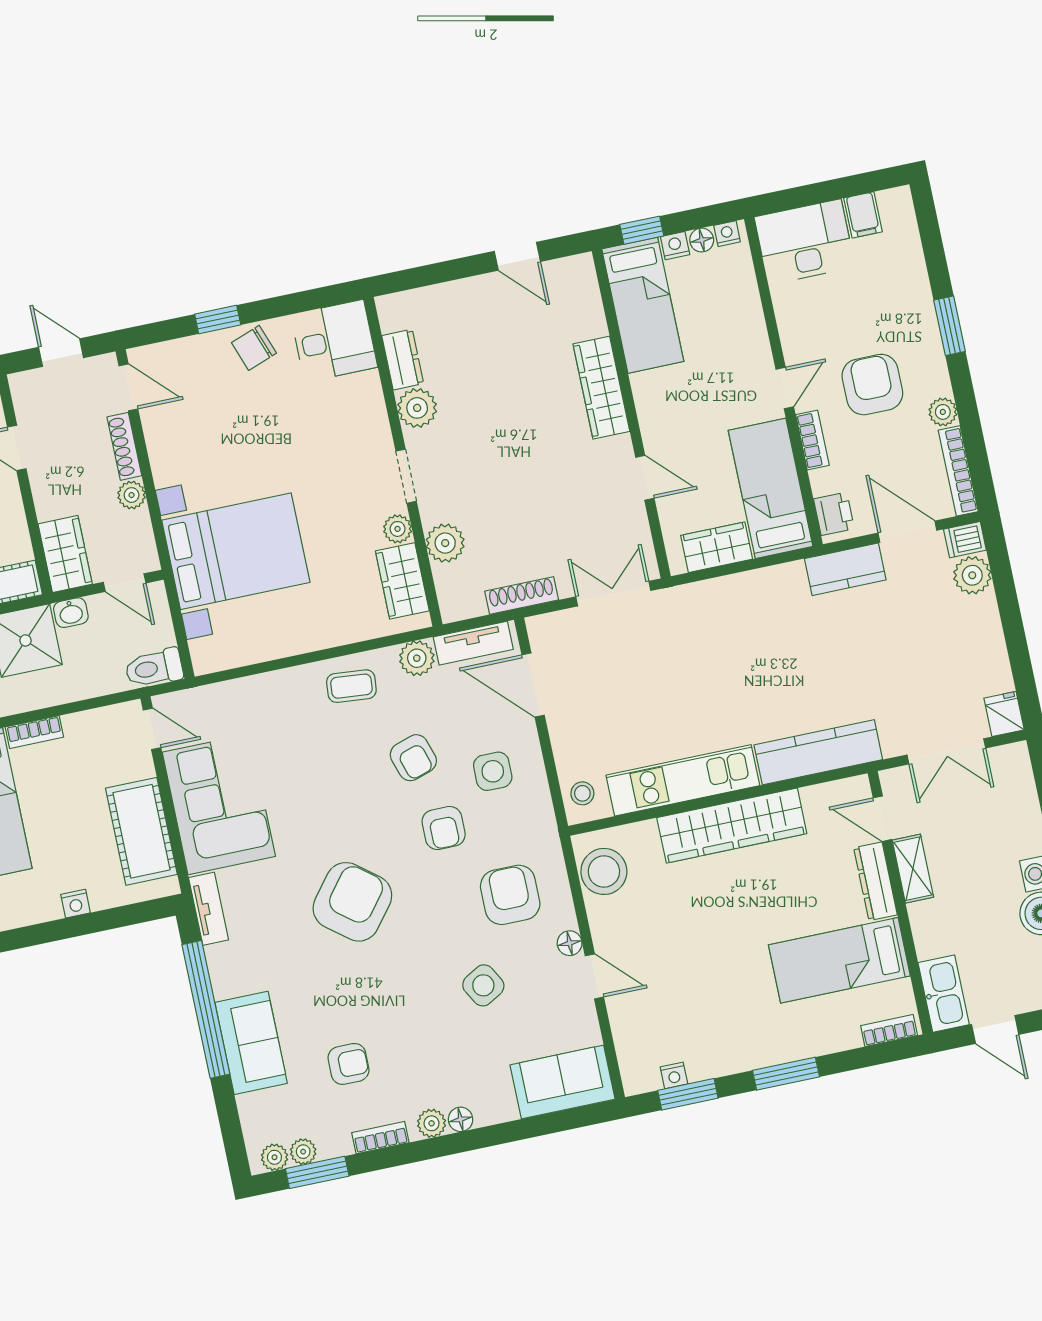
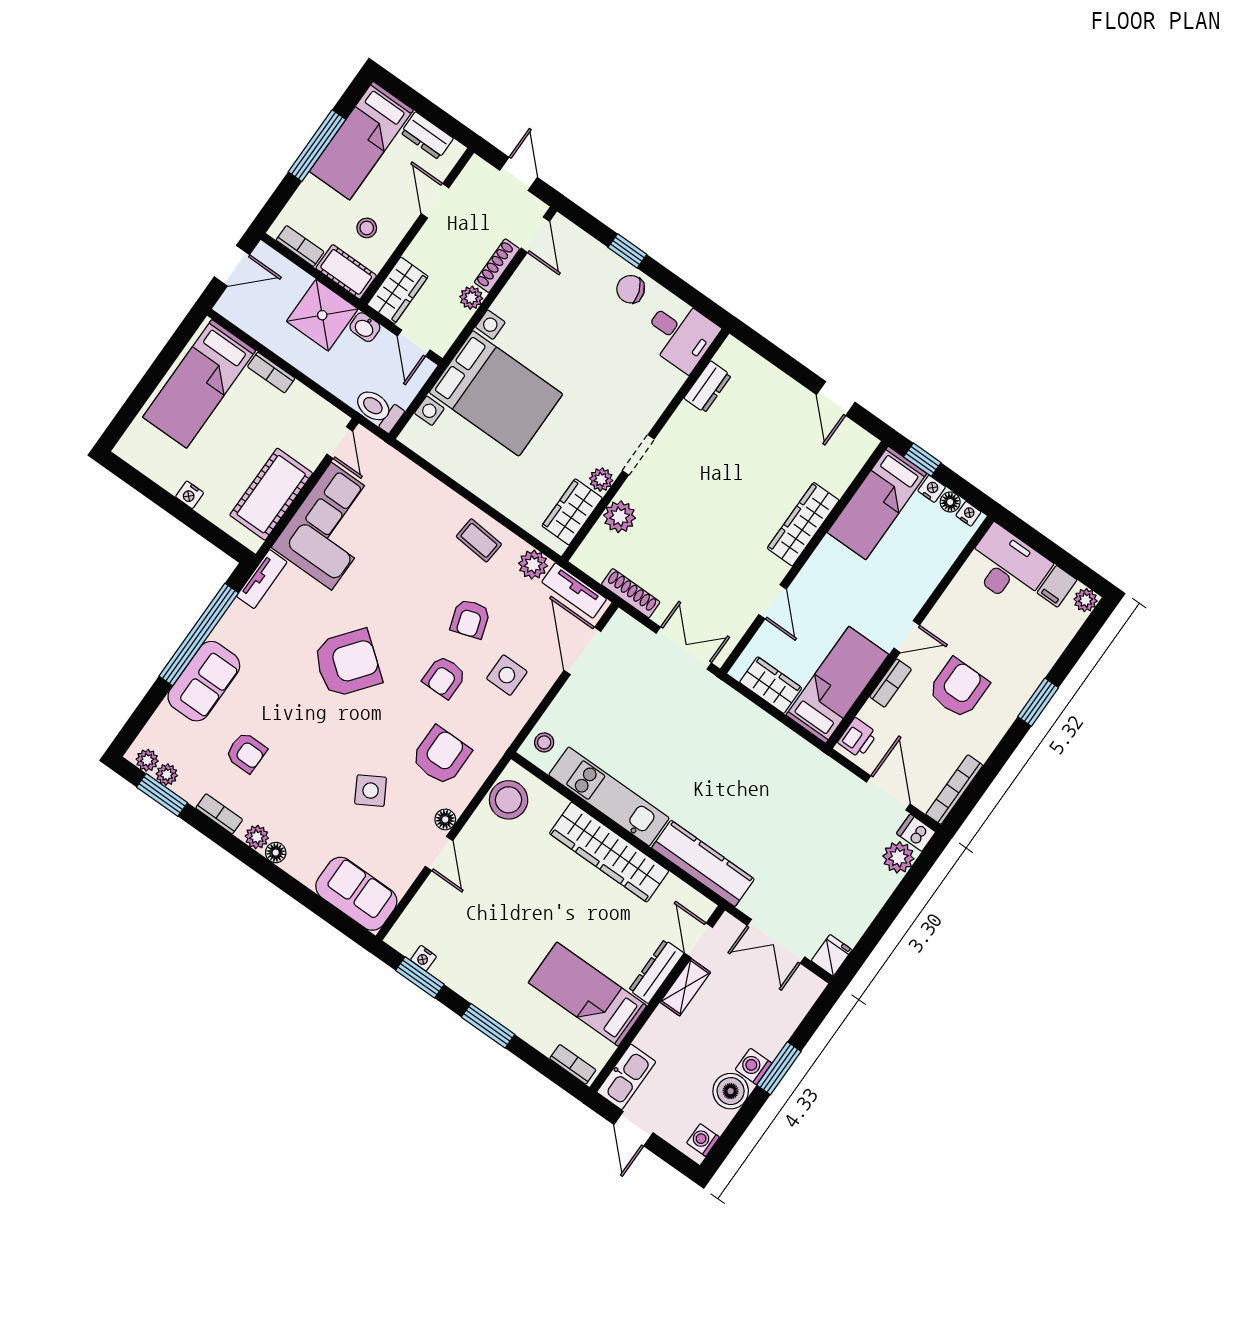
plant: (417, 408) -> (686, 423), removed
plant: (943, 412) -> (1086, 600), moved
kitchen counter: (845, 569) -> (830, 776), removed

